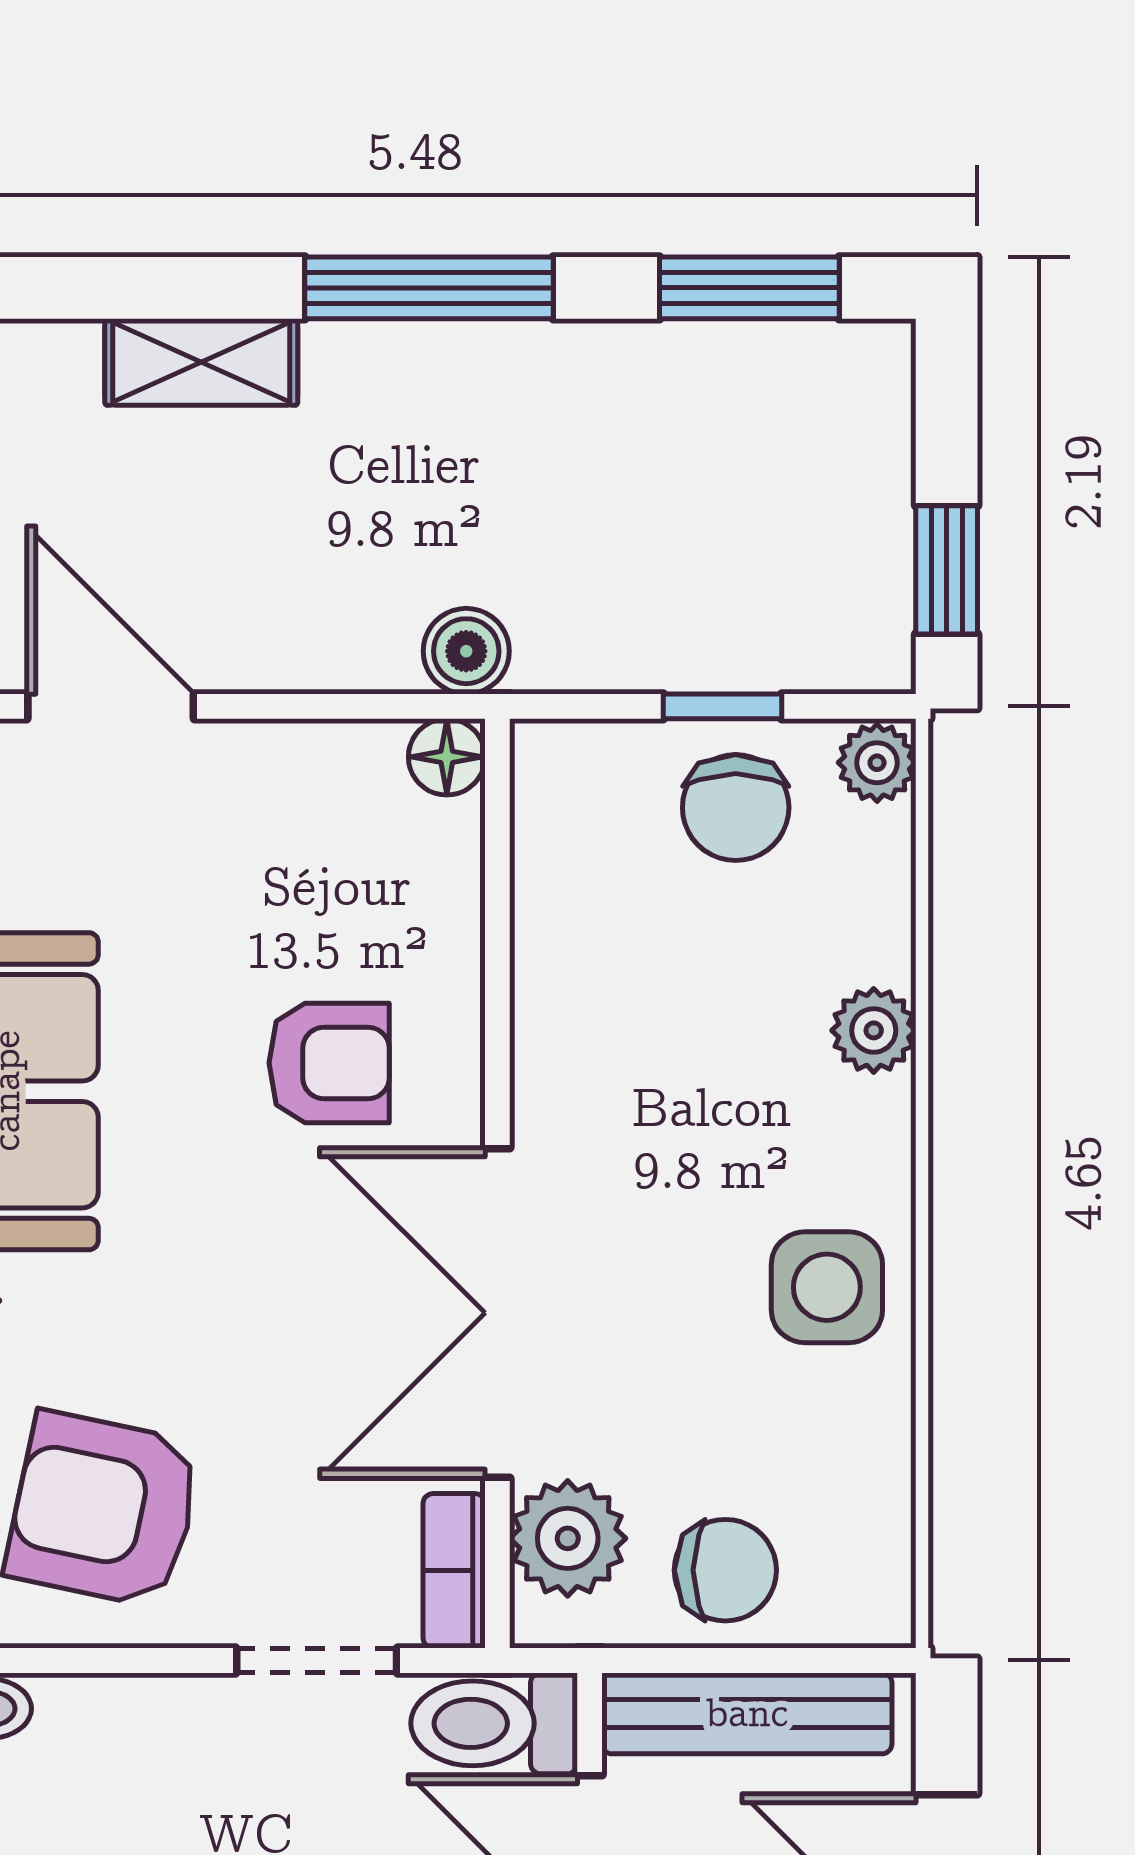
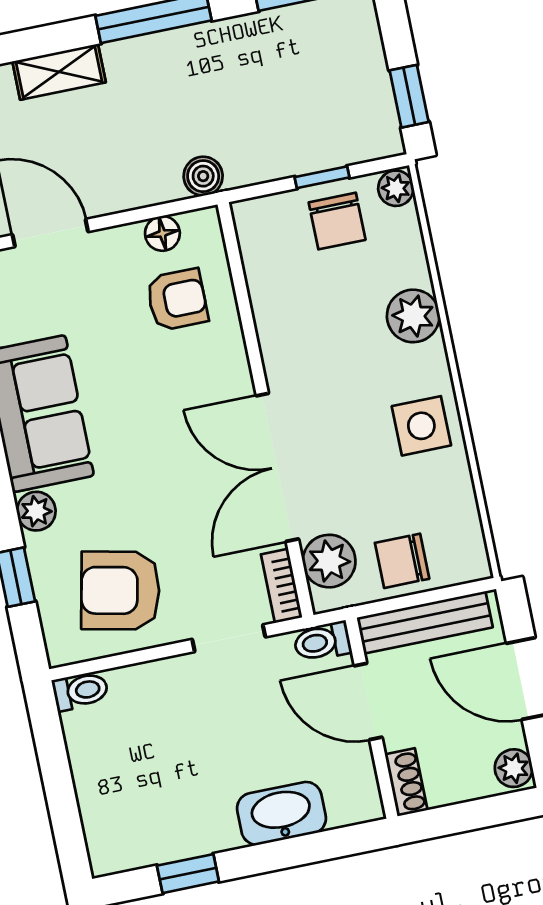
floor lamp: (447, 757) -> (162, 233), moved
plant: (874, 1030) -> (413, 316), width x1.38, depth x1.38
armchair: (329, 1063) -> (177, 300), moved
chair: (725, 1570) -> (402, 561), turned 180
toilet: (494, 1723) -> (322, 642), width x0.73, depth x0.72

